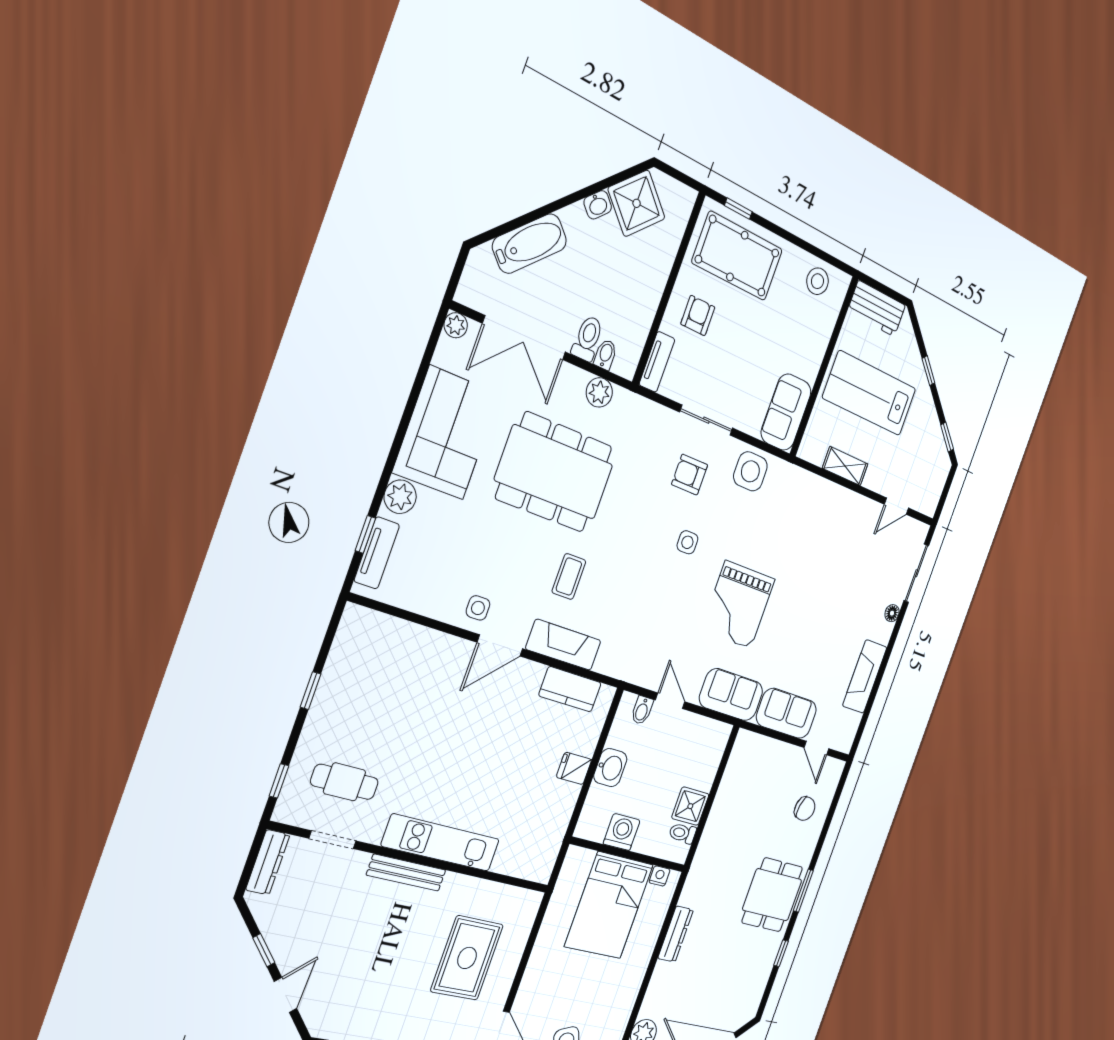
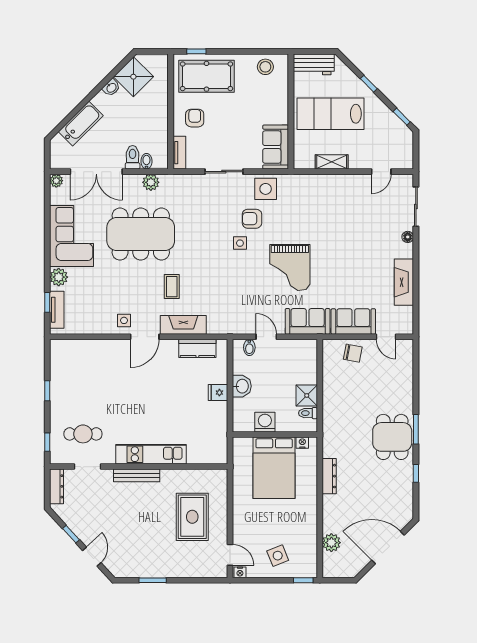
armchair: (690, 475) -> (252, 219), moved
chair: (805, 809) -> (353, 353), moved

